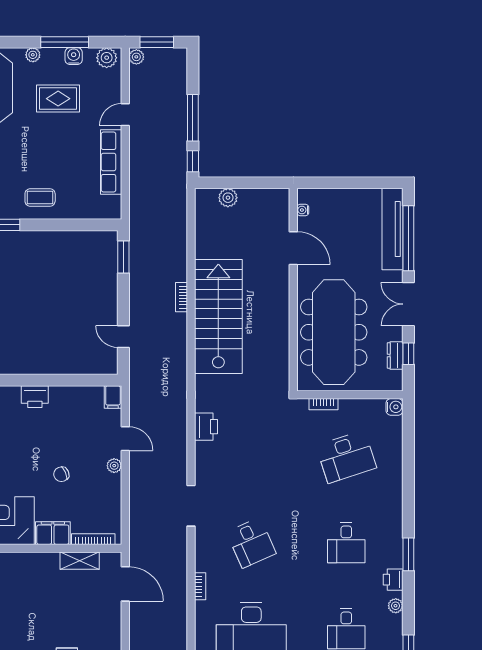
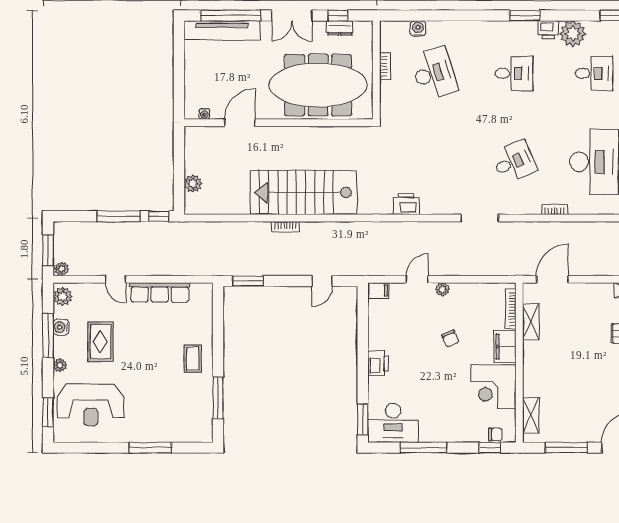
bookcase: (323, 404) -> (385, 66), moved
water cooler: (394, 407) -> (418, 29), moved
plant: (396, 606) -> (573, 34), width x1.87, depth x1.87

